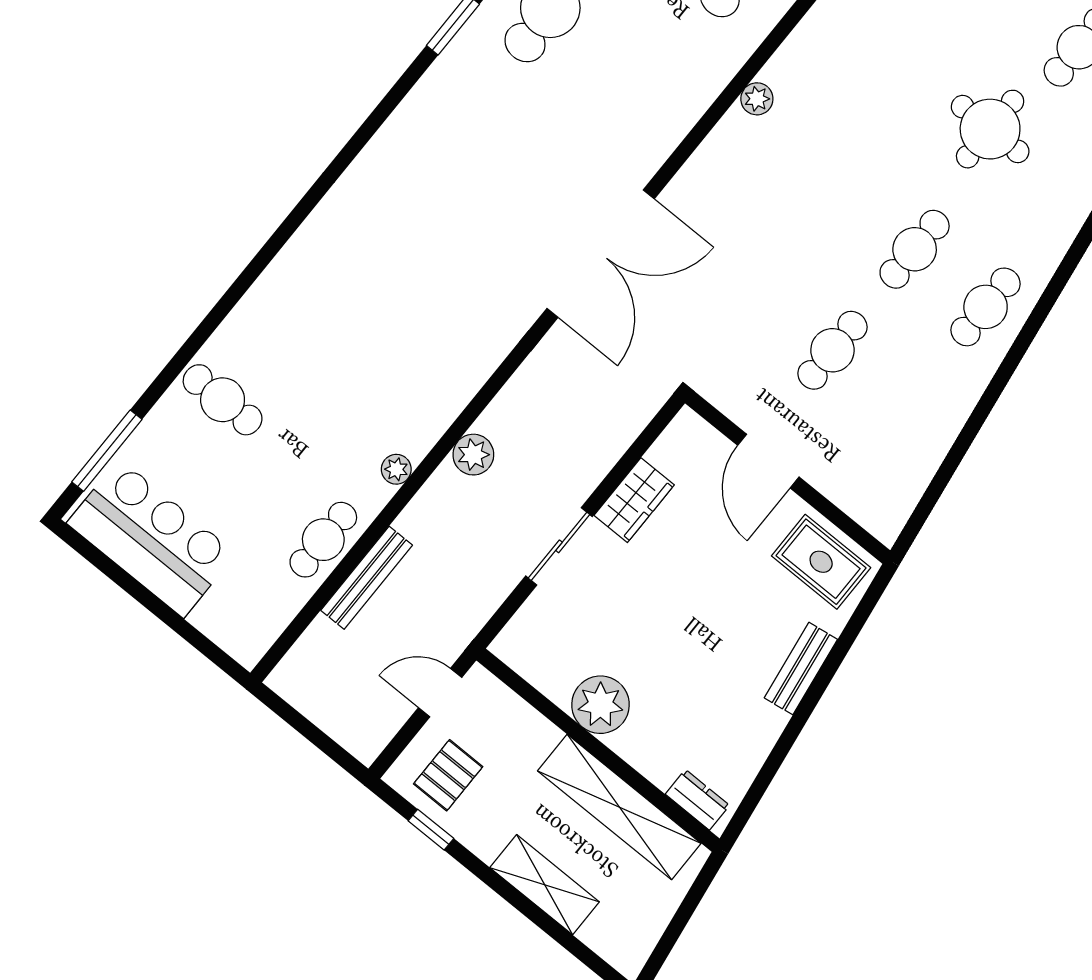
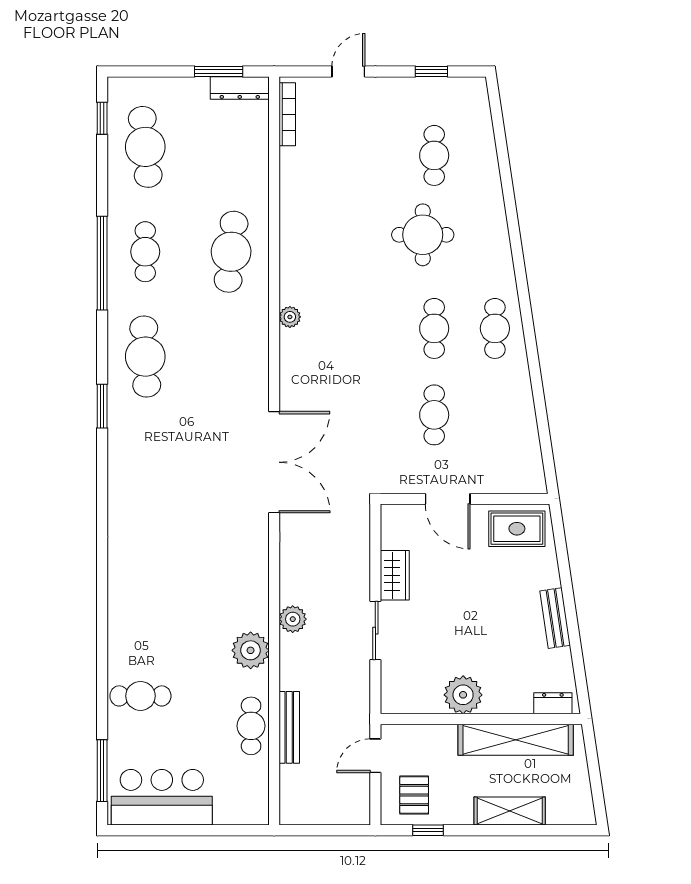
plant: (396, 469) -> (251, 650), width x1.88, depth x1.88
bench: (801, 669) -> (555, 618), moved

